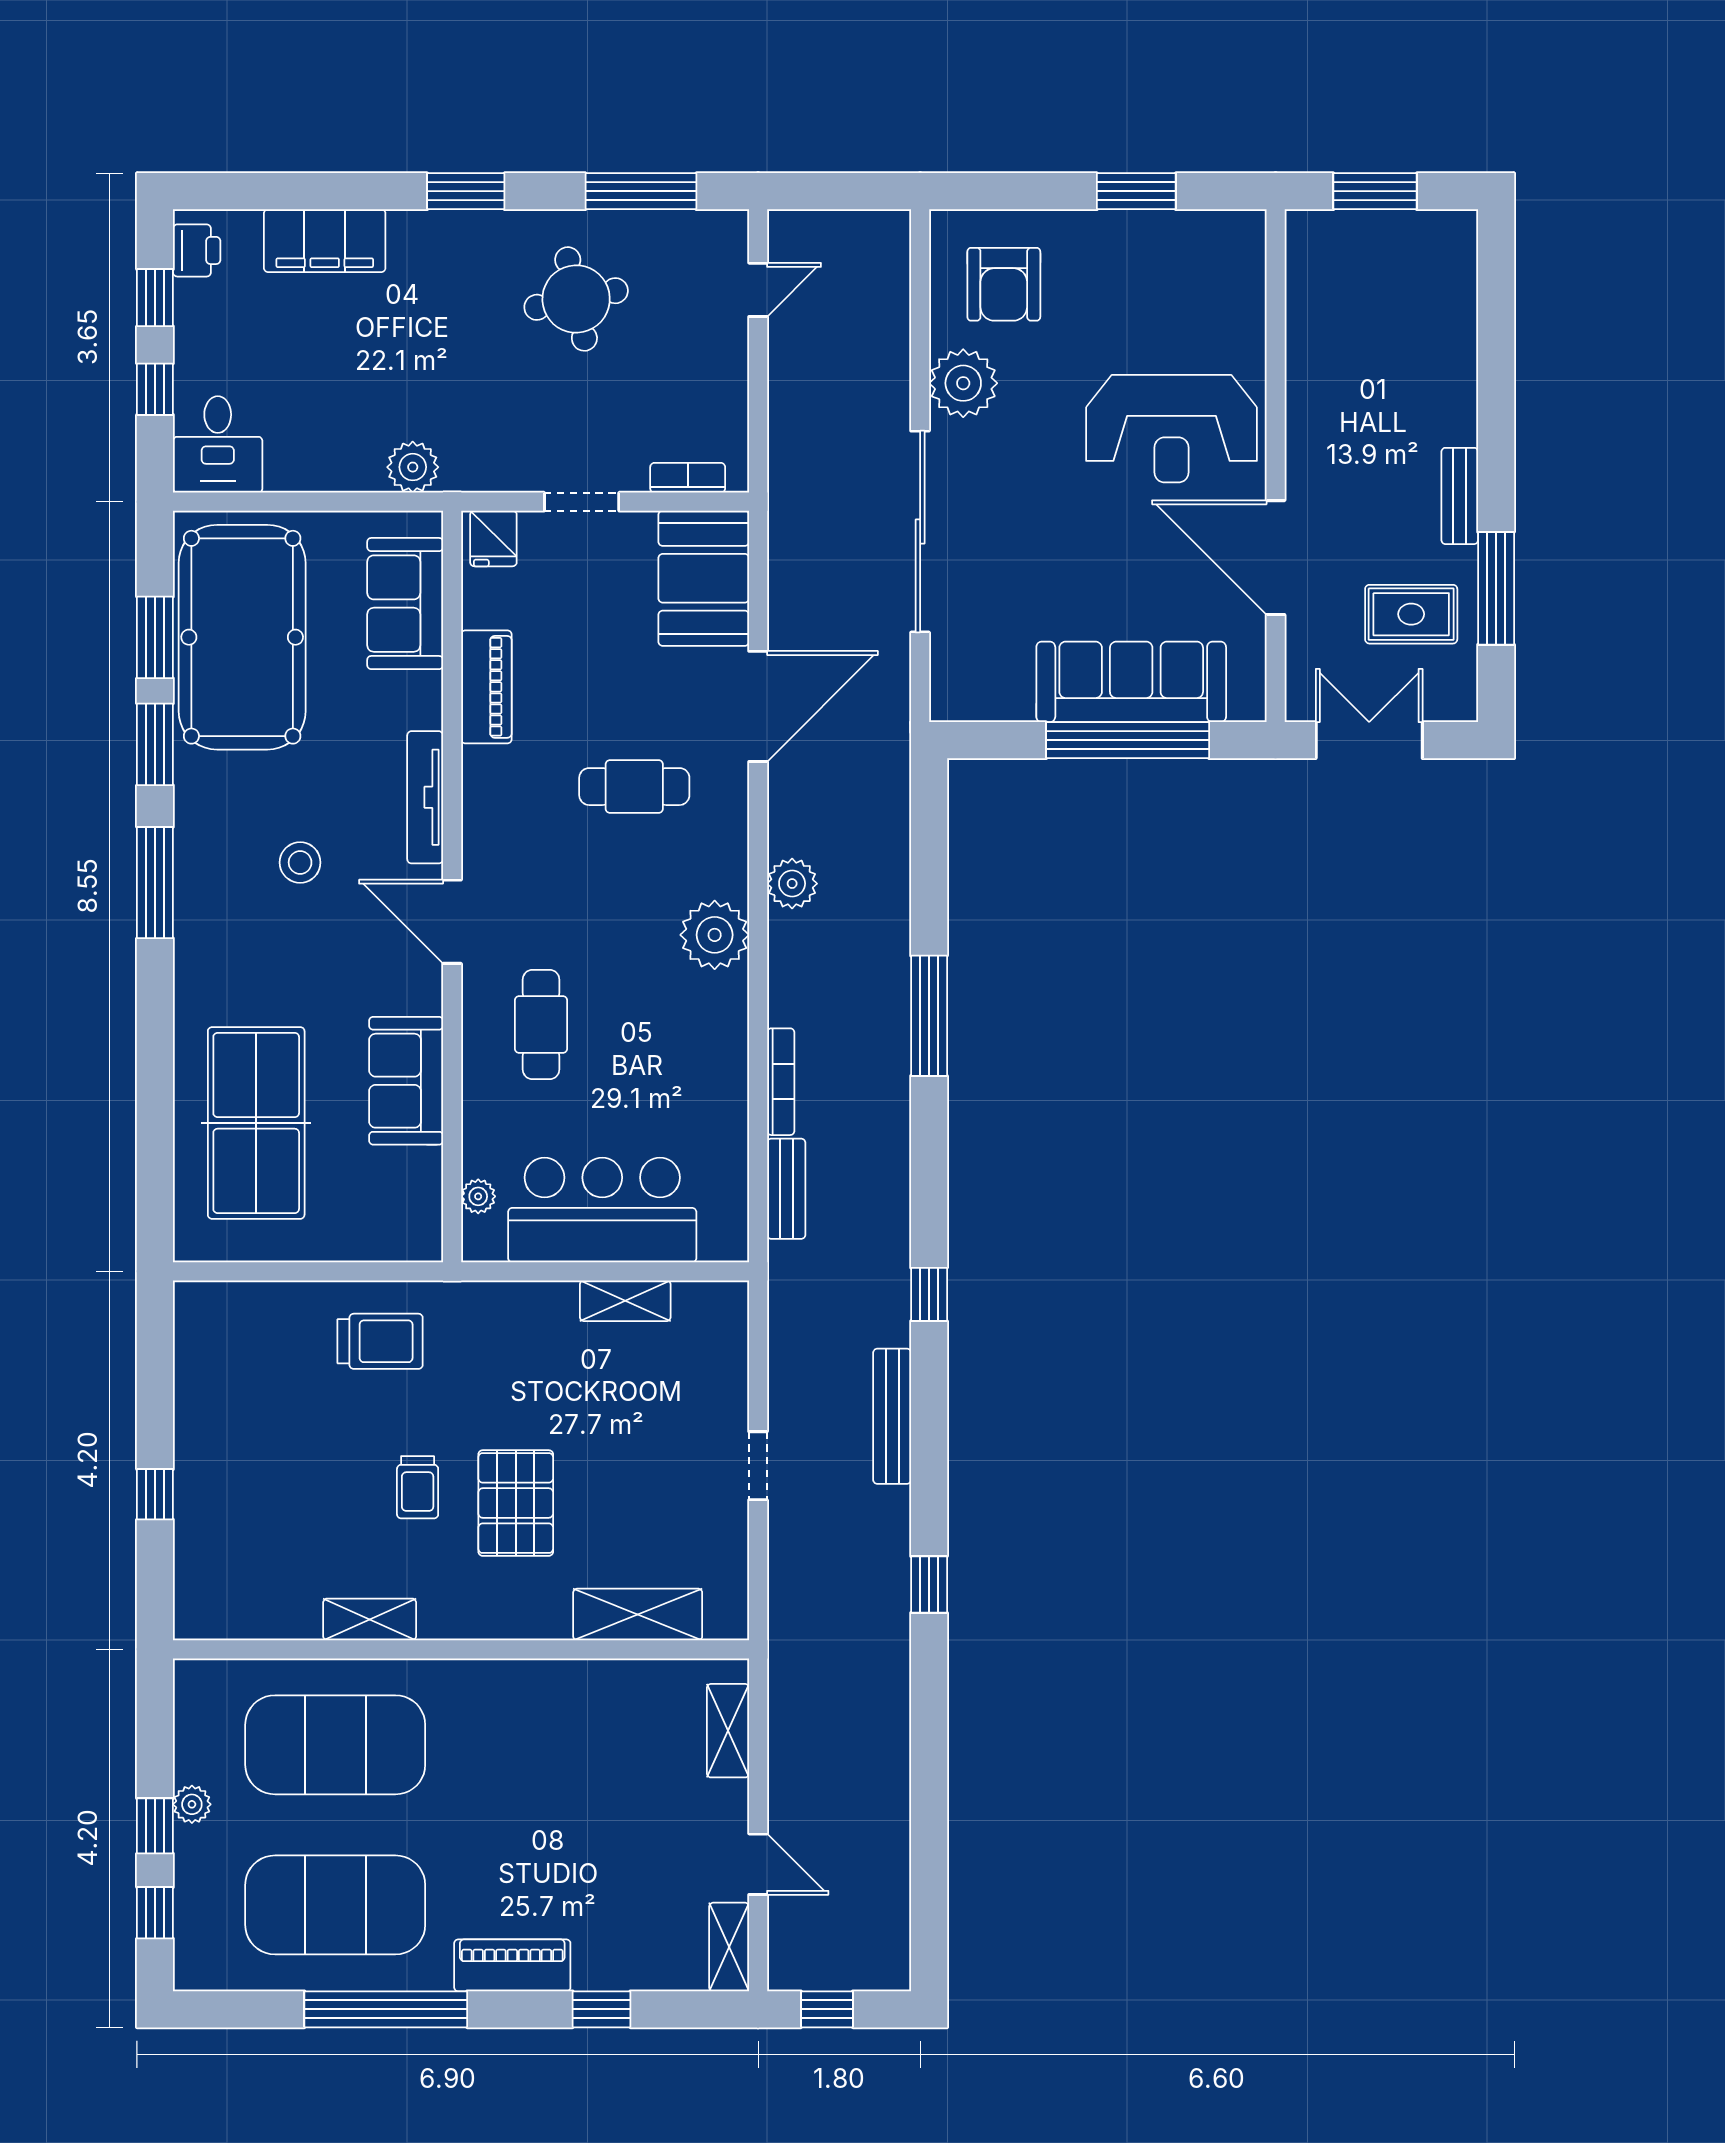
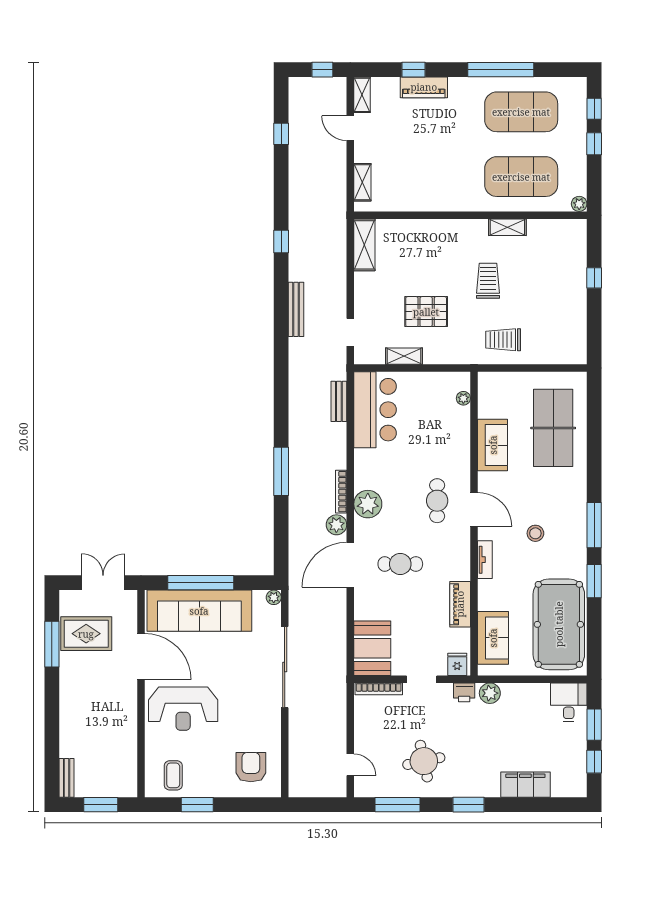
printer: (197, 250) -> (464, 692), moved, turned -90
coffee table: (1196, 264) -> (173, 775), added
door: (758, 290) -> (350, 765), swing flipped
plant: (963, 383) -> (274, 597), moved, width x0.53, depth x0.53
window: (155, 389) -> (594, 725), width x1.50
reception desk: (1171, 429) -> (183, 709), turned 180
bookcase: (688, 478) -> (379, 689), width x1.56
bench: (1460, 496) -> (67, 778), moved
rug: (1411, 614) -> (86, 634), width x1.36, depth x1.43
window: (155, 637) -> (594, 624), removed
sofa: (1131, 682) -> (199, 611), width x1.36, depth x1.27
door: (758, 706) -> (350, 565), moved
double door: (1369, 740) -> (103, 583), swing flipped
tv unit: (425, 797) -> (485, 560), width x0.71
cafe table: (541, 1025) -> (437, 501), moved
bookcase: (781, 1082) -> (341, 492), moved
bar counter: (602, 1210) -> (375, 410), moved, turned -90
window: (929, 1294) -> (281, 134), moved
doorway: (758, 1466) -> (350, 332), moved
trolley: (418, 1487) -> (488, 281), width x1.36, depth x1.39
pallet: (516, 1503) -> (426, 312), moved, turned 90
shelving: (638, 1615) -> (364, 245), moved, turned 90
plant: (192, 1804) -> (579, 204), moved
piano: (512, 1965) -> (424, 87), moved

